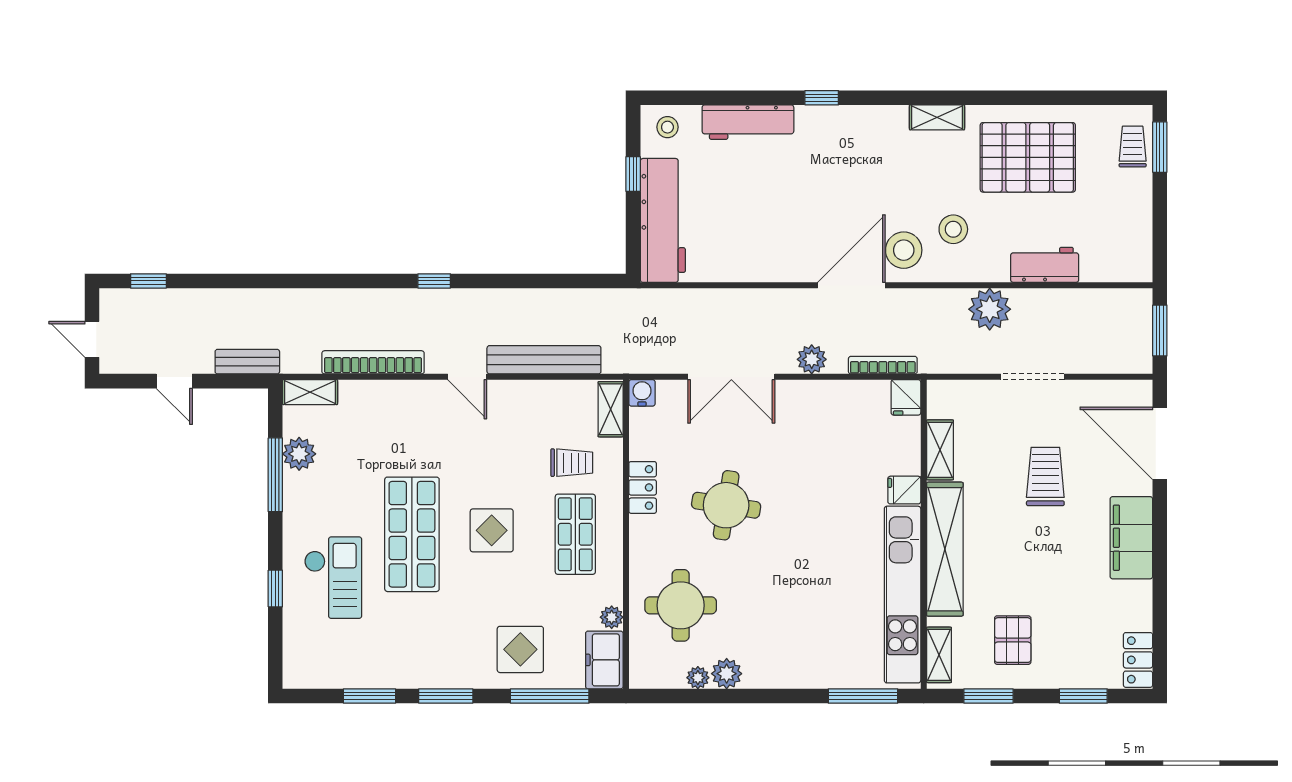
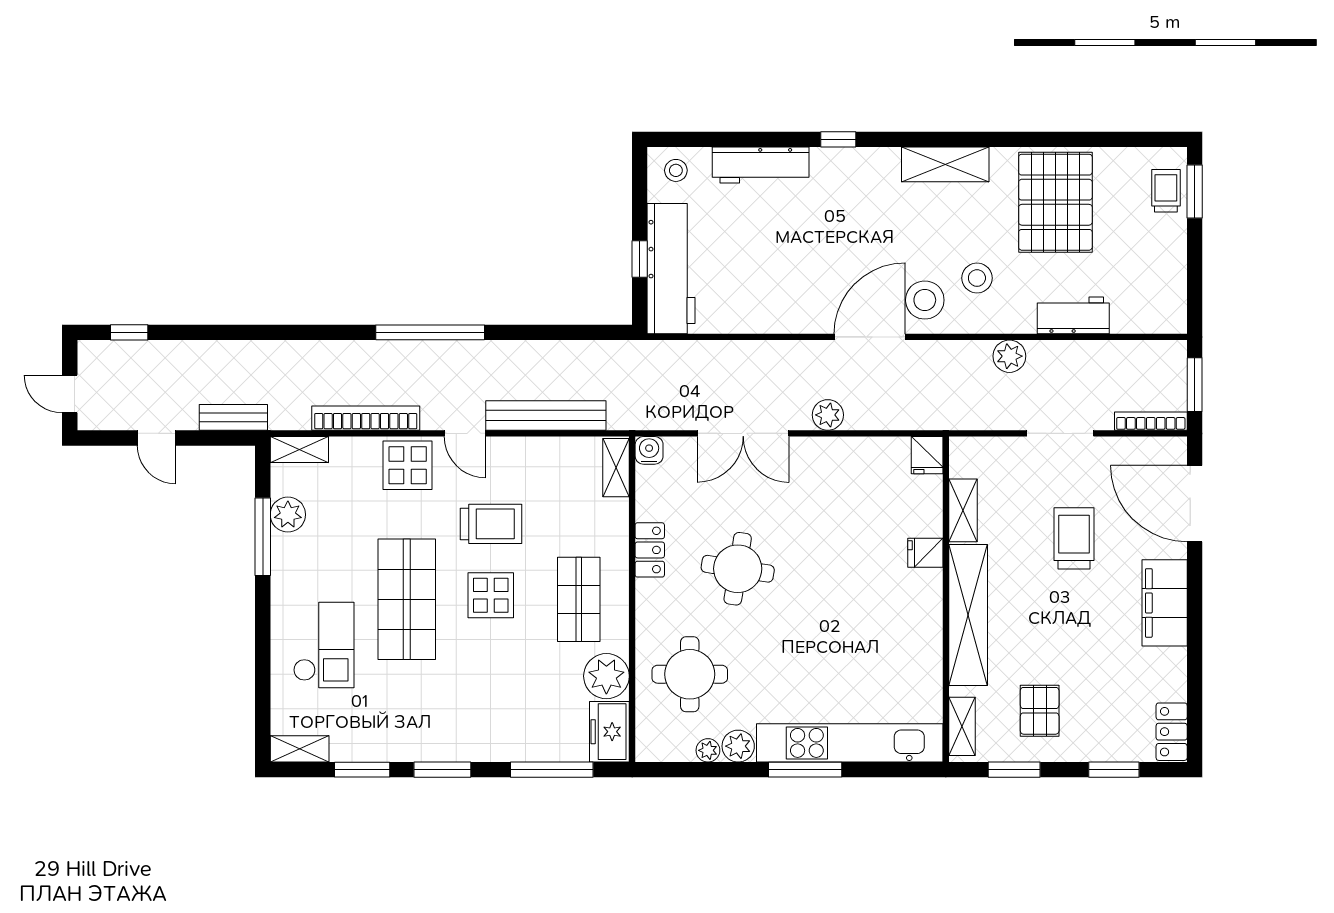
shelving: (937, 117) -> (945, 164), width x1.50, depth x1.33
pallet: (1028, 157) -> (1055, 202), turned 90
window: (633, 174) -> (640, 259), moved
window: (434, 281) -> (430, 332), width x3.17
plant: (990, 309) -> (1009, 356), width x0.73, depth x0.73
bookcase: (883, 365) -> (1151, 421), moved
trolley: (572, 463) -> (491, 524), moved, width x1.36, depth x1.39
window: (275, 588) -> (263, 656), removed
kitchen unit: (903, 595) -> (850, 743), moved, turned 90
plant: (612, 617) -> (606, 676), width x1.87, depth x1.87
display table: (520, 649) -> (408, 465), moved
shelving: (310, 676) -> (300, 749), added
window: (863, 696) -> (805, 770), moved

